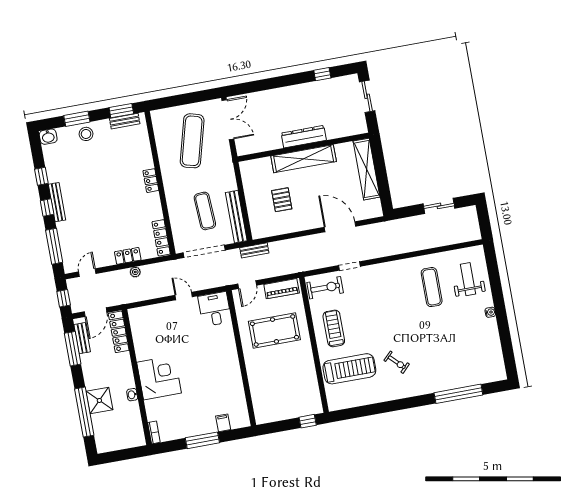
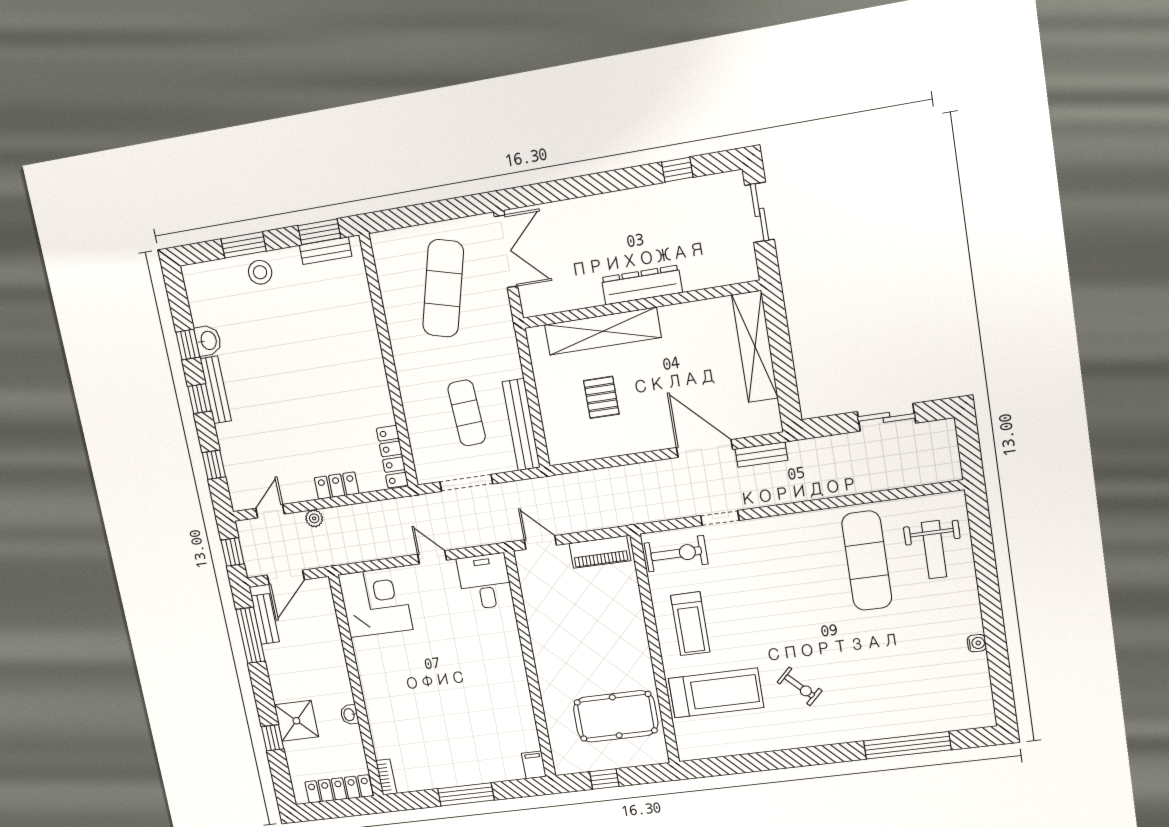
washbasin: (48, 137) -> (208, 341), moved, turned -90
shelving: (304, 159) -> (603, 331), moved
locker: (151, 181) -> (373, 357), removed
window: (54, 246) -> (214, 465), width x0.46
bench: (254, 250) -> (761, 455), moved
doorway: (204, 251) -> (466, 483), width x0.73
plant: (135, 272) -> (314, 518), moved
weight bench: (468, 279) -> (934, 550), turned 180
door: (247, 285) -> (540, 543), swing flipped
exercise mat: (432, 287) -> (867, 561), width x1.36, depth x1.45
water cooler: (490, 312) -> (977, 643), moved
treadmill: (334, 328) -> (690, 624), turned 180
pool table: (274, 330) -> (616, 716), moved
locker: (119, 332) -> (339, 789), moved, turned 90
corner desk: (159, 378) -> (375, 602), moved
window: (84, 412) -> (273, 738), width x0.32
window: (308, 421) -> (604, 779), moved
filing cabinet: (223, 423) -> (534, 765), moved

